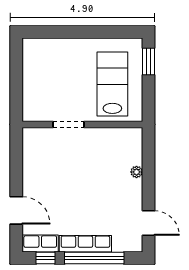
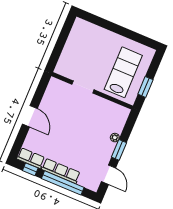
window: (148, 62) -> (145, 87), moved
window: (148, 185) -> (119, 150), added
door: (16, 210) -> (30, 116), moved

